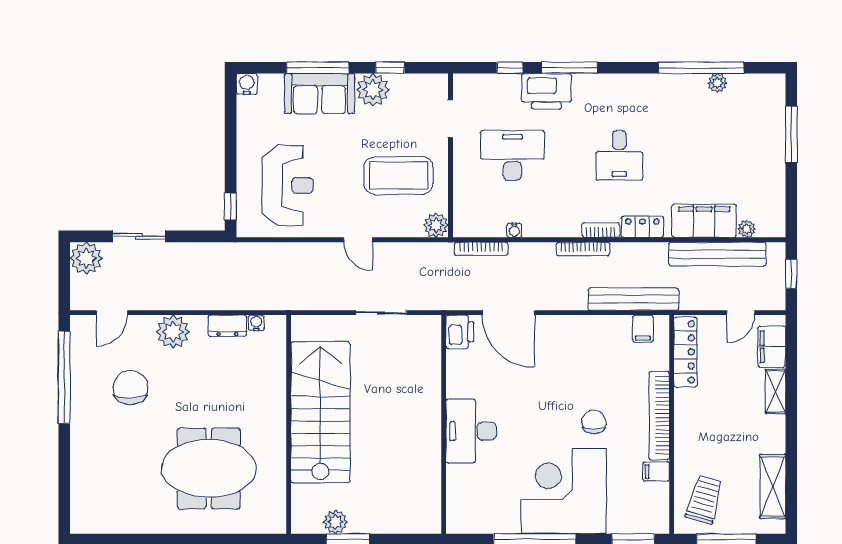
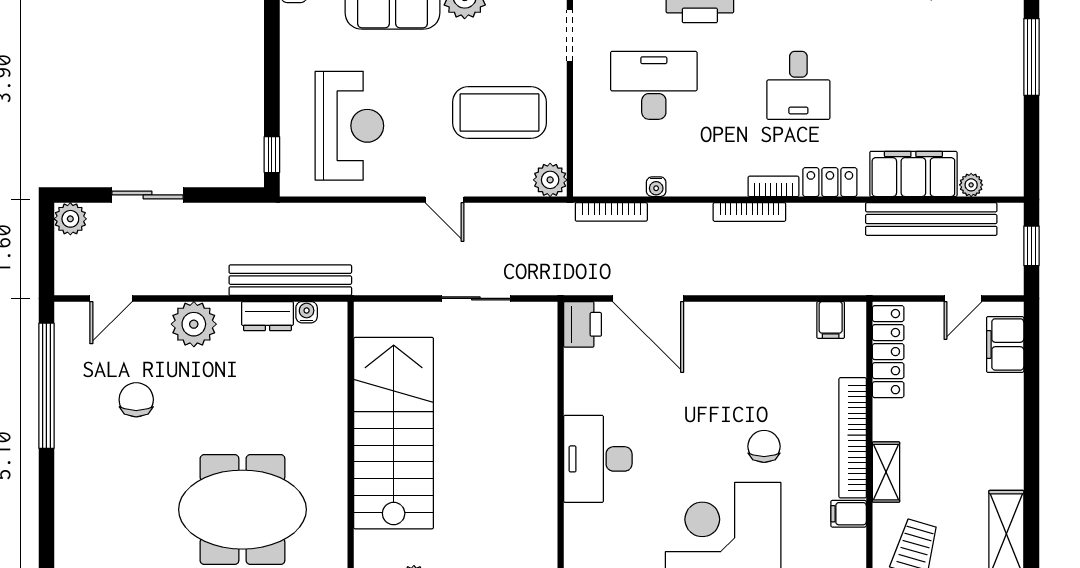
plant: (86, 258) -> (70, 219), width x0.73, depth x0.73
bench: (633, 299) -> (290, 280), moved
chair: (130, 387) -> (136, 400), width x0.73, depth x0.73
shelving: (775, 391) -> (886, 472), moved

